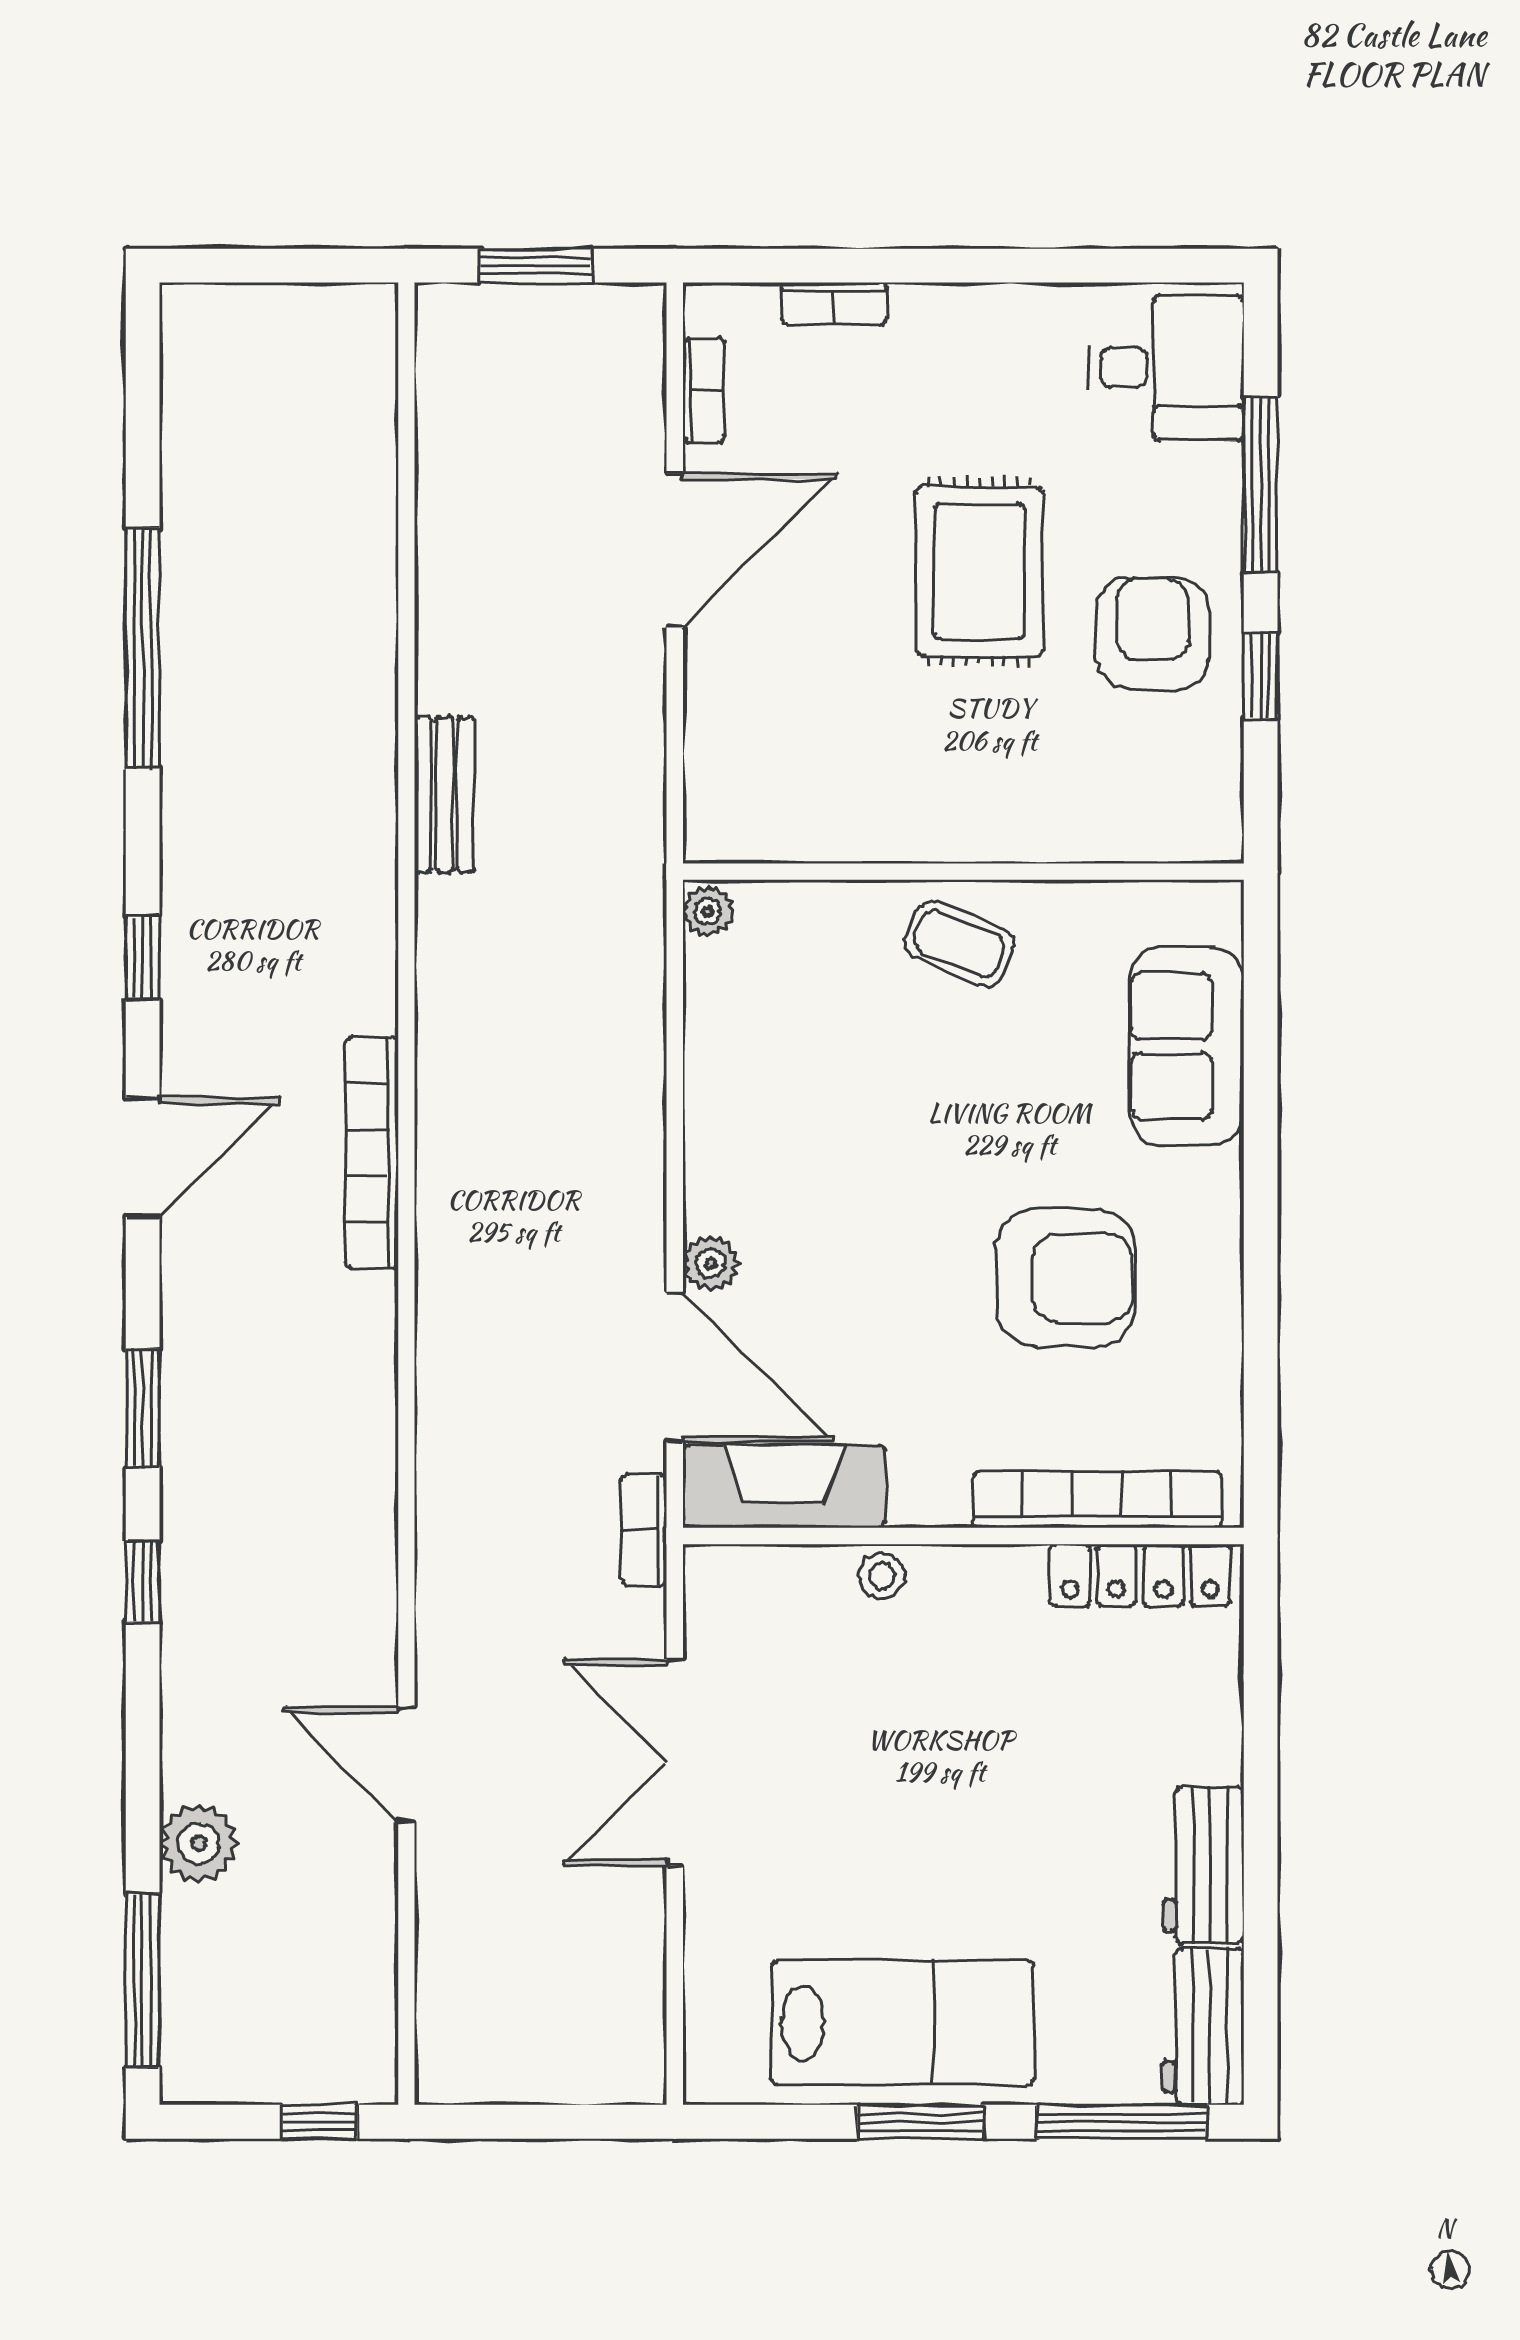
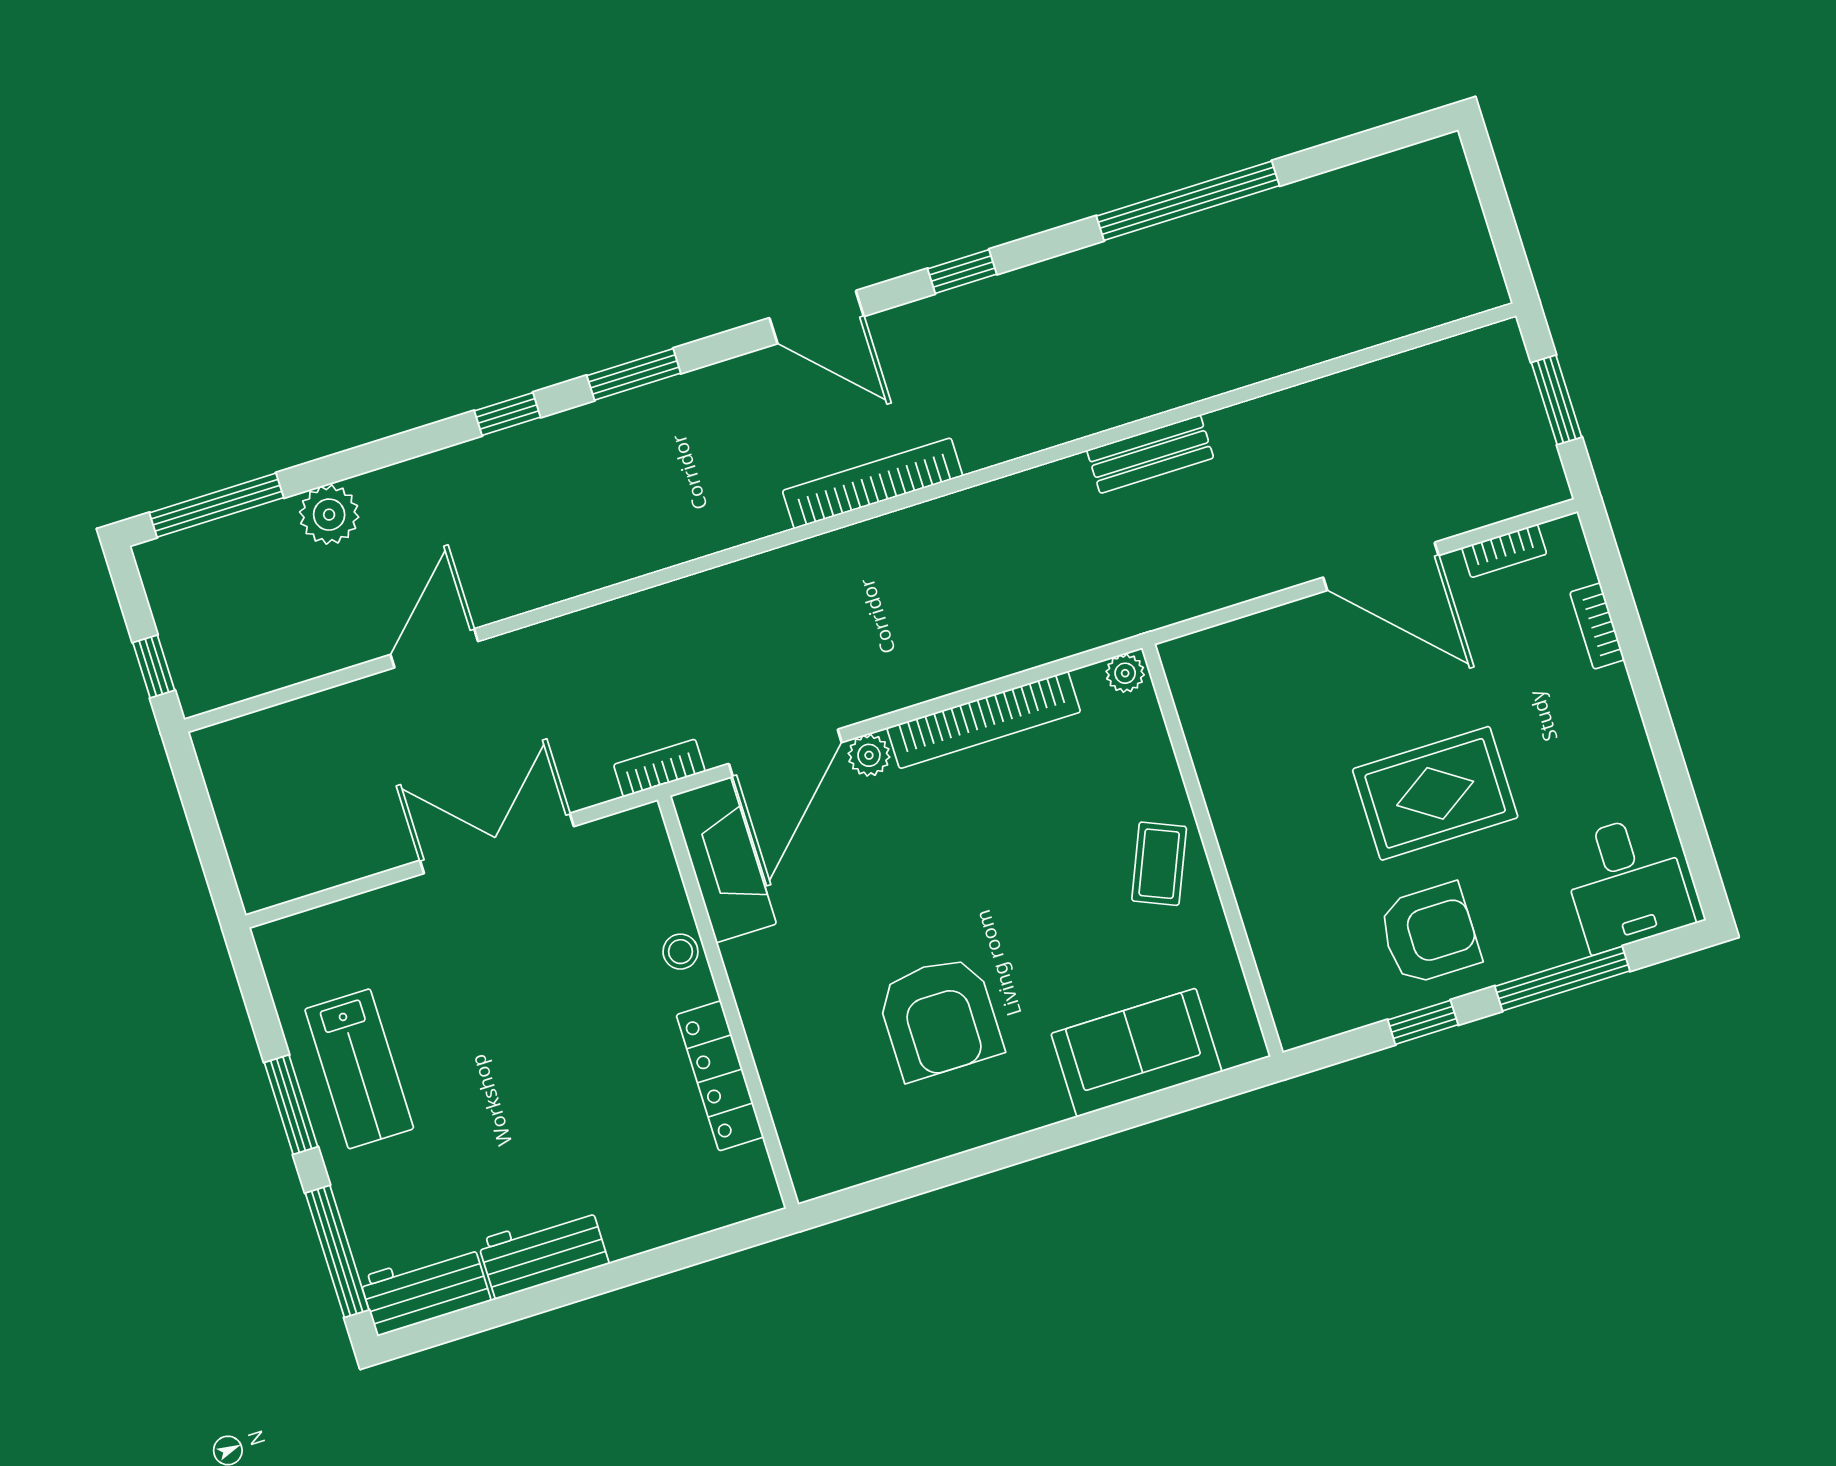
bookcase: (1097, 1500) -> (984, 720), moved, turned 90
locker: (1140, 1575) -> (720, 1076), moved
lab bench: (902, 2023) -> (359, 1069), width x0.73, depth x0.72

